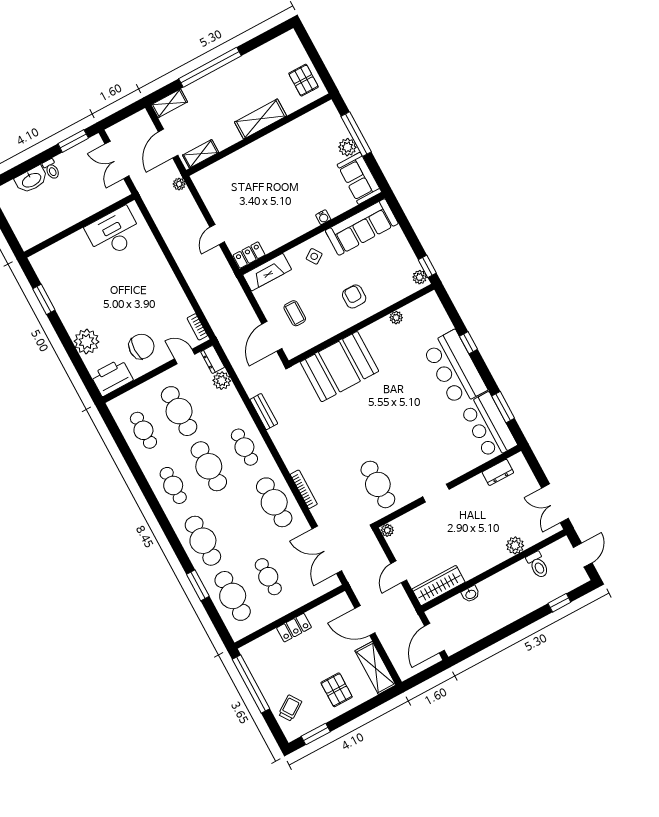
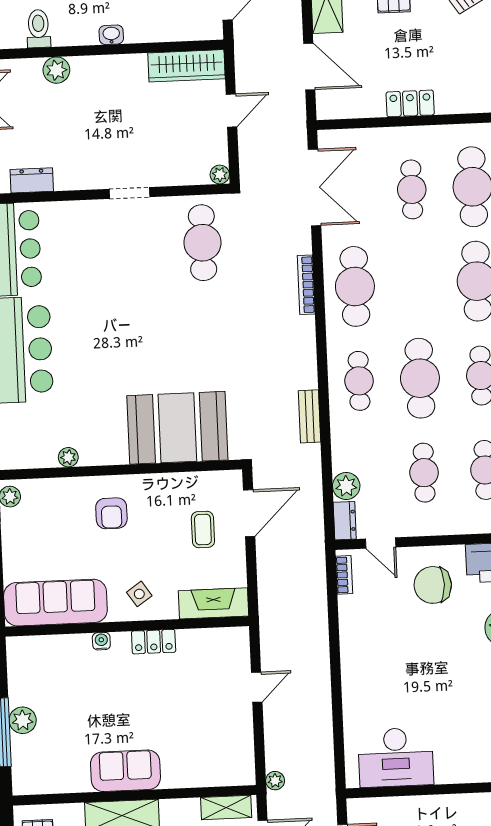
sofa: (359, 178) -> (125, 771), moved, turned -90
locker: (249, 255) -> (154, 642), moved
cafe table: (179, 411) -> (424, 473), width x0.73, depth x0.74
washbasin: (471, 594) -> (111, 35), moved

